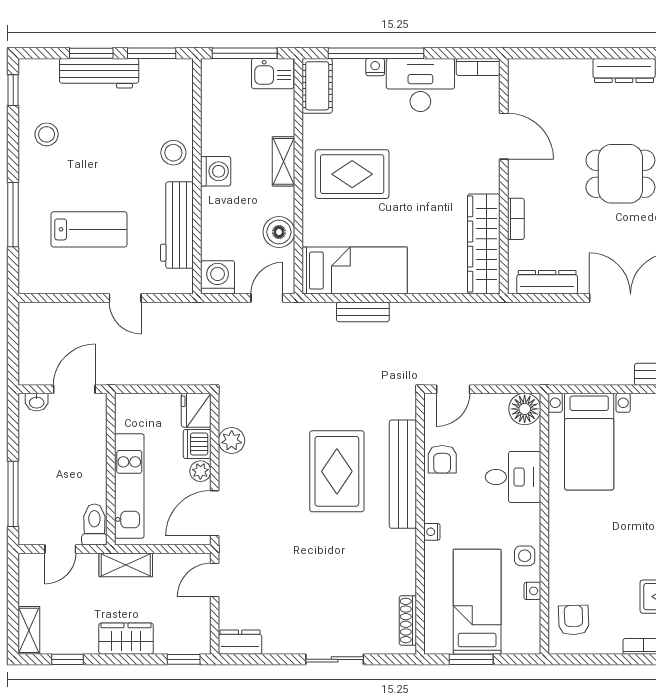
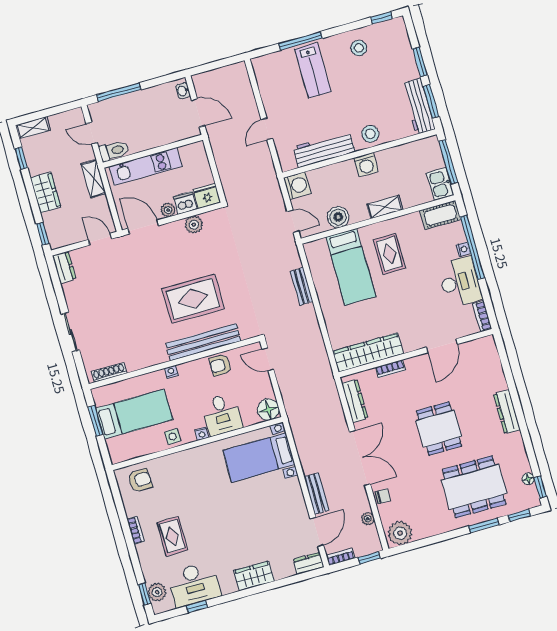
workbench: (99, 73) -> (418, 106), moved
rug: (352, 174) -> (389, 254), width x0.73, depth x0.70
lab bench: (89, 229) -> (313, 70), moved
bed: (355, 271) -> (351, 267), moved
nightstand: (532, 591) -> (202, 434), moved

